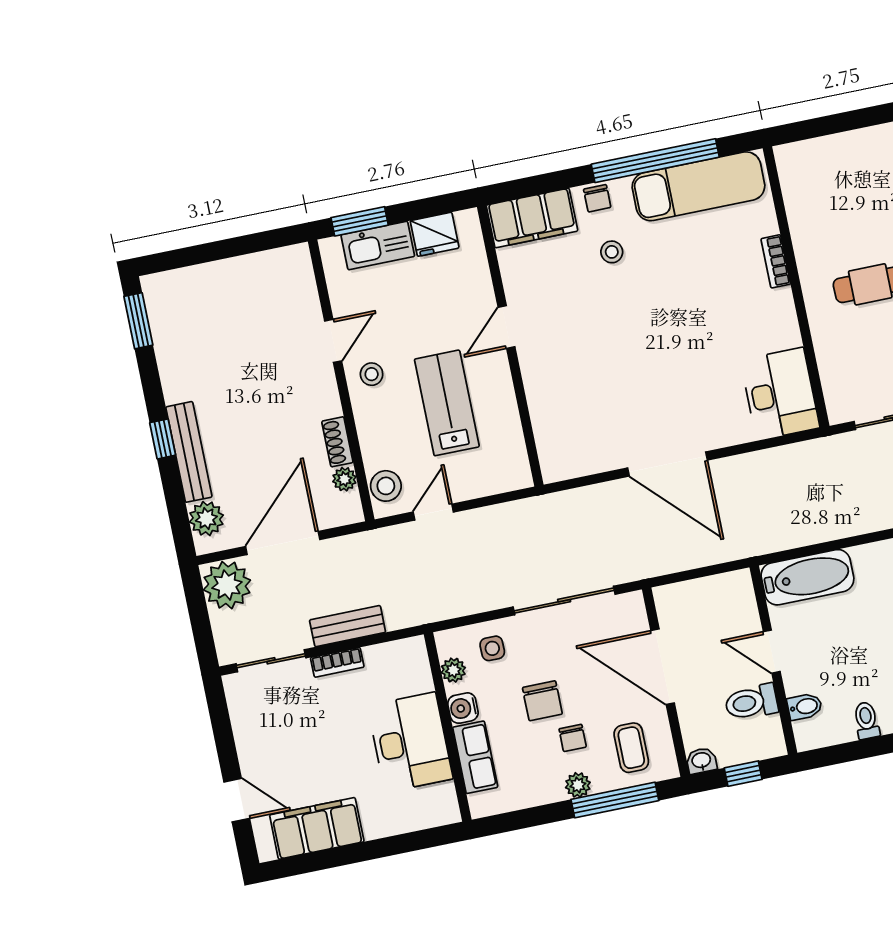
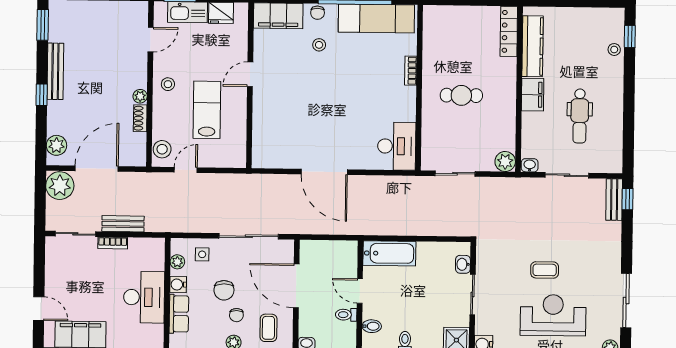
door: (333, 341) -> (151, 40), moved
bench: (189, 452) -> (55, 71), moved
plant: (344, 479) -> (140, 96), moved
toilet: (751, 702) -> (346, 315), width x0.73, depth x0.72

